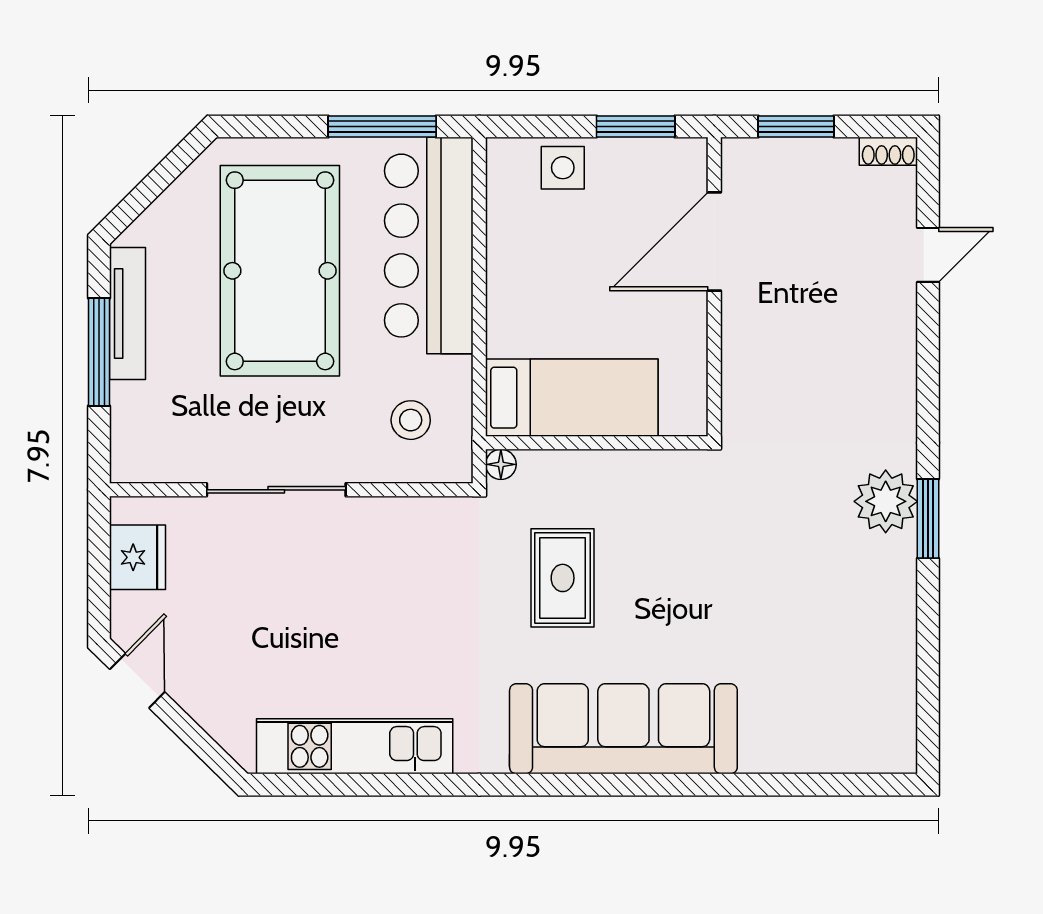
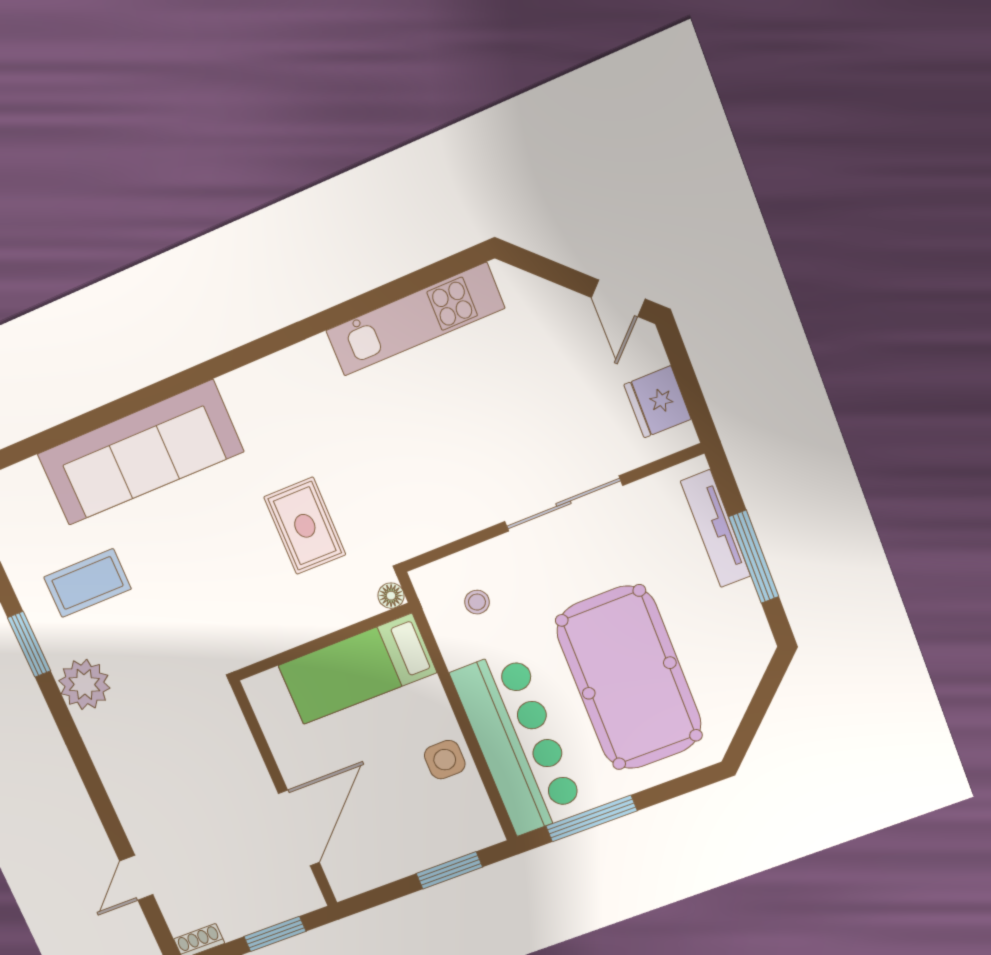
window: (636, 127) -> (449, 870), moved
side table: (563, 168) -> (445, 760), moved
tv unit: (128, 314) -> (716, 529), moved
stool: (411, 420) -> (477, 602), width x0.73, depth x0.73
window: (928, 519) -> (29, 644), moved
coffee table: (830, 612) -> (87, 583), added
sofa: (623, 729) -> (140, 453), moved

